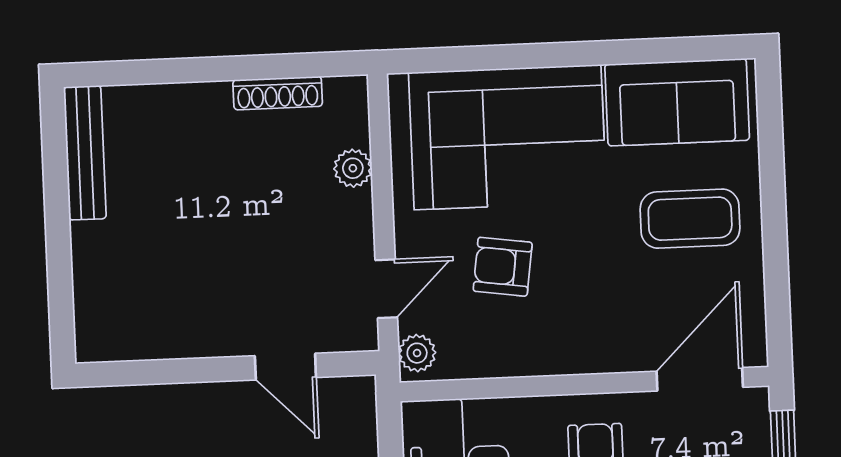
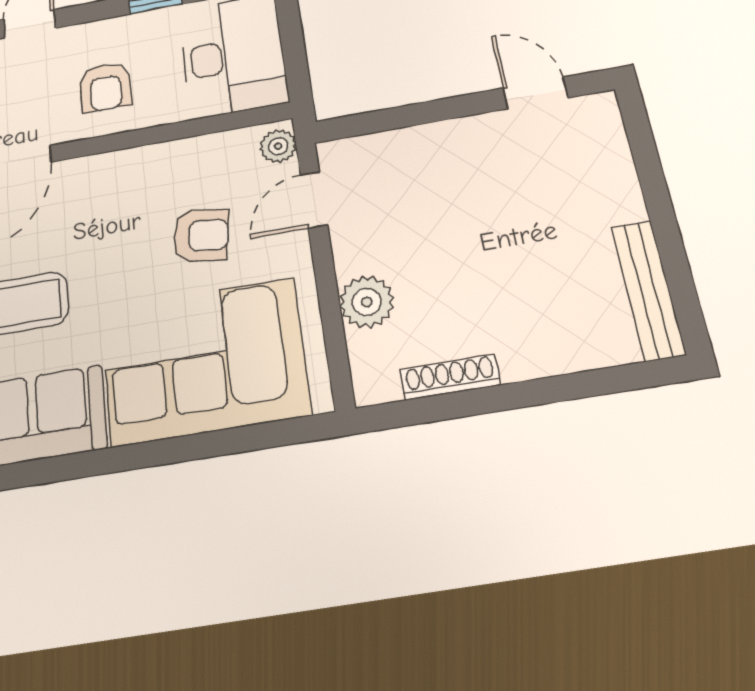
plant: (353, 168) -> (367, 302), width x1.38, depth x1.38
door: (285, 367) -> (535, 93), moved

